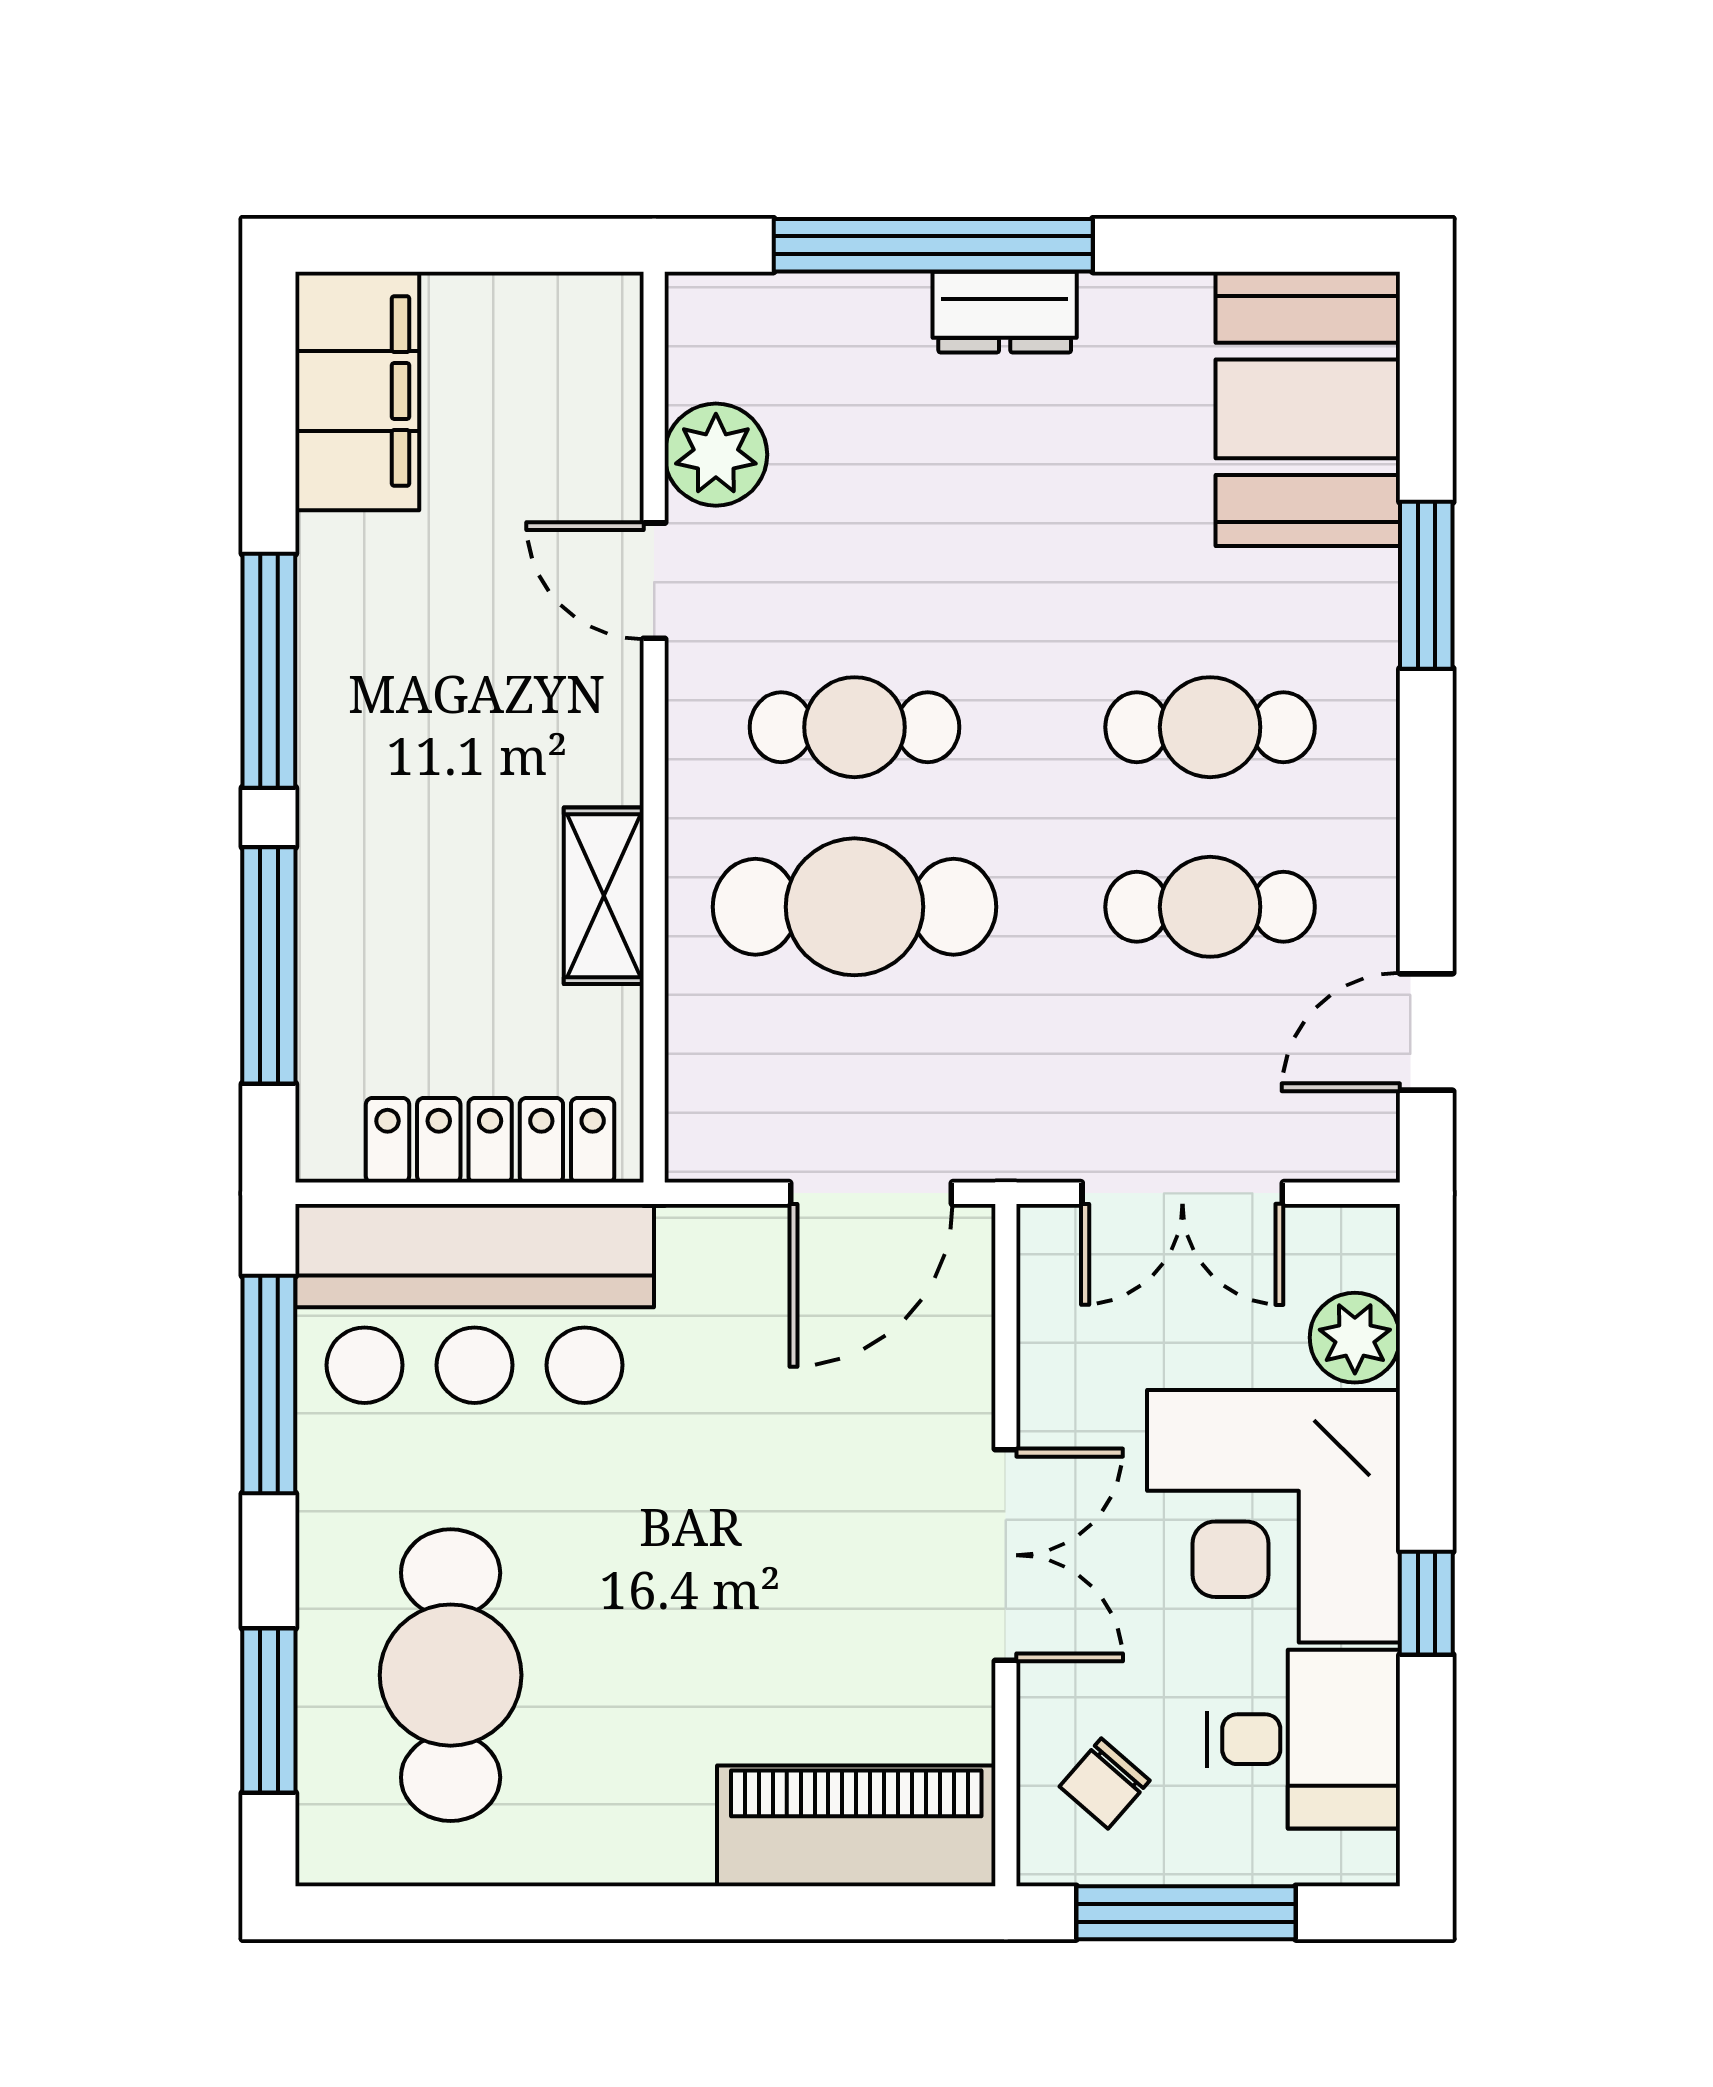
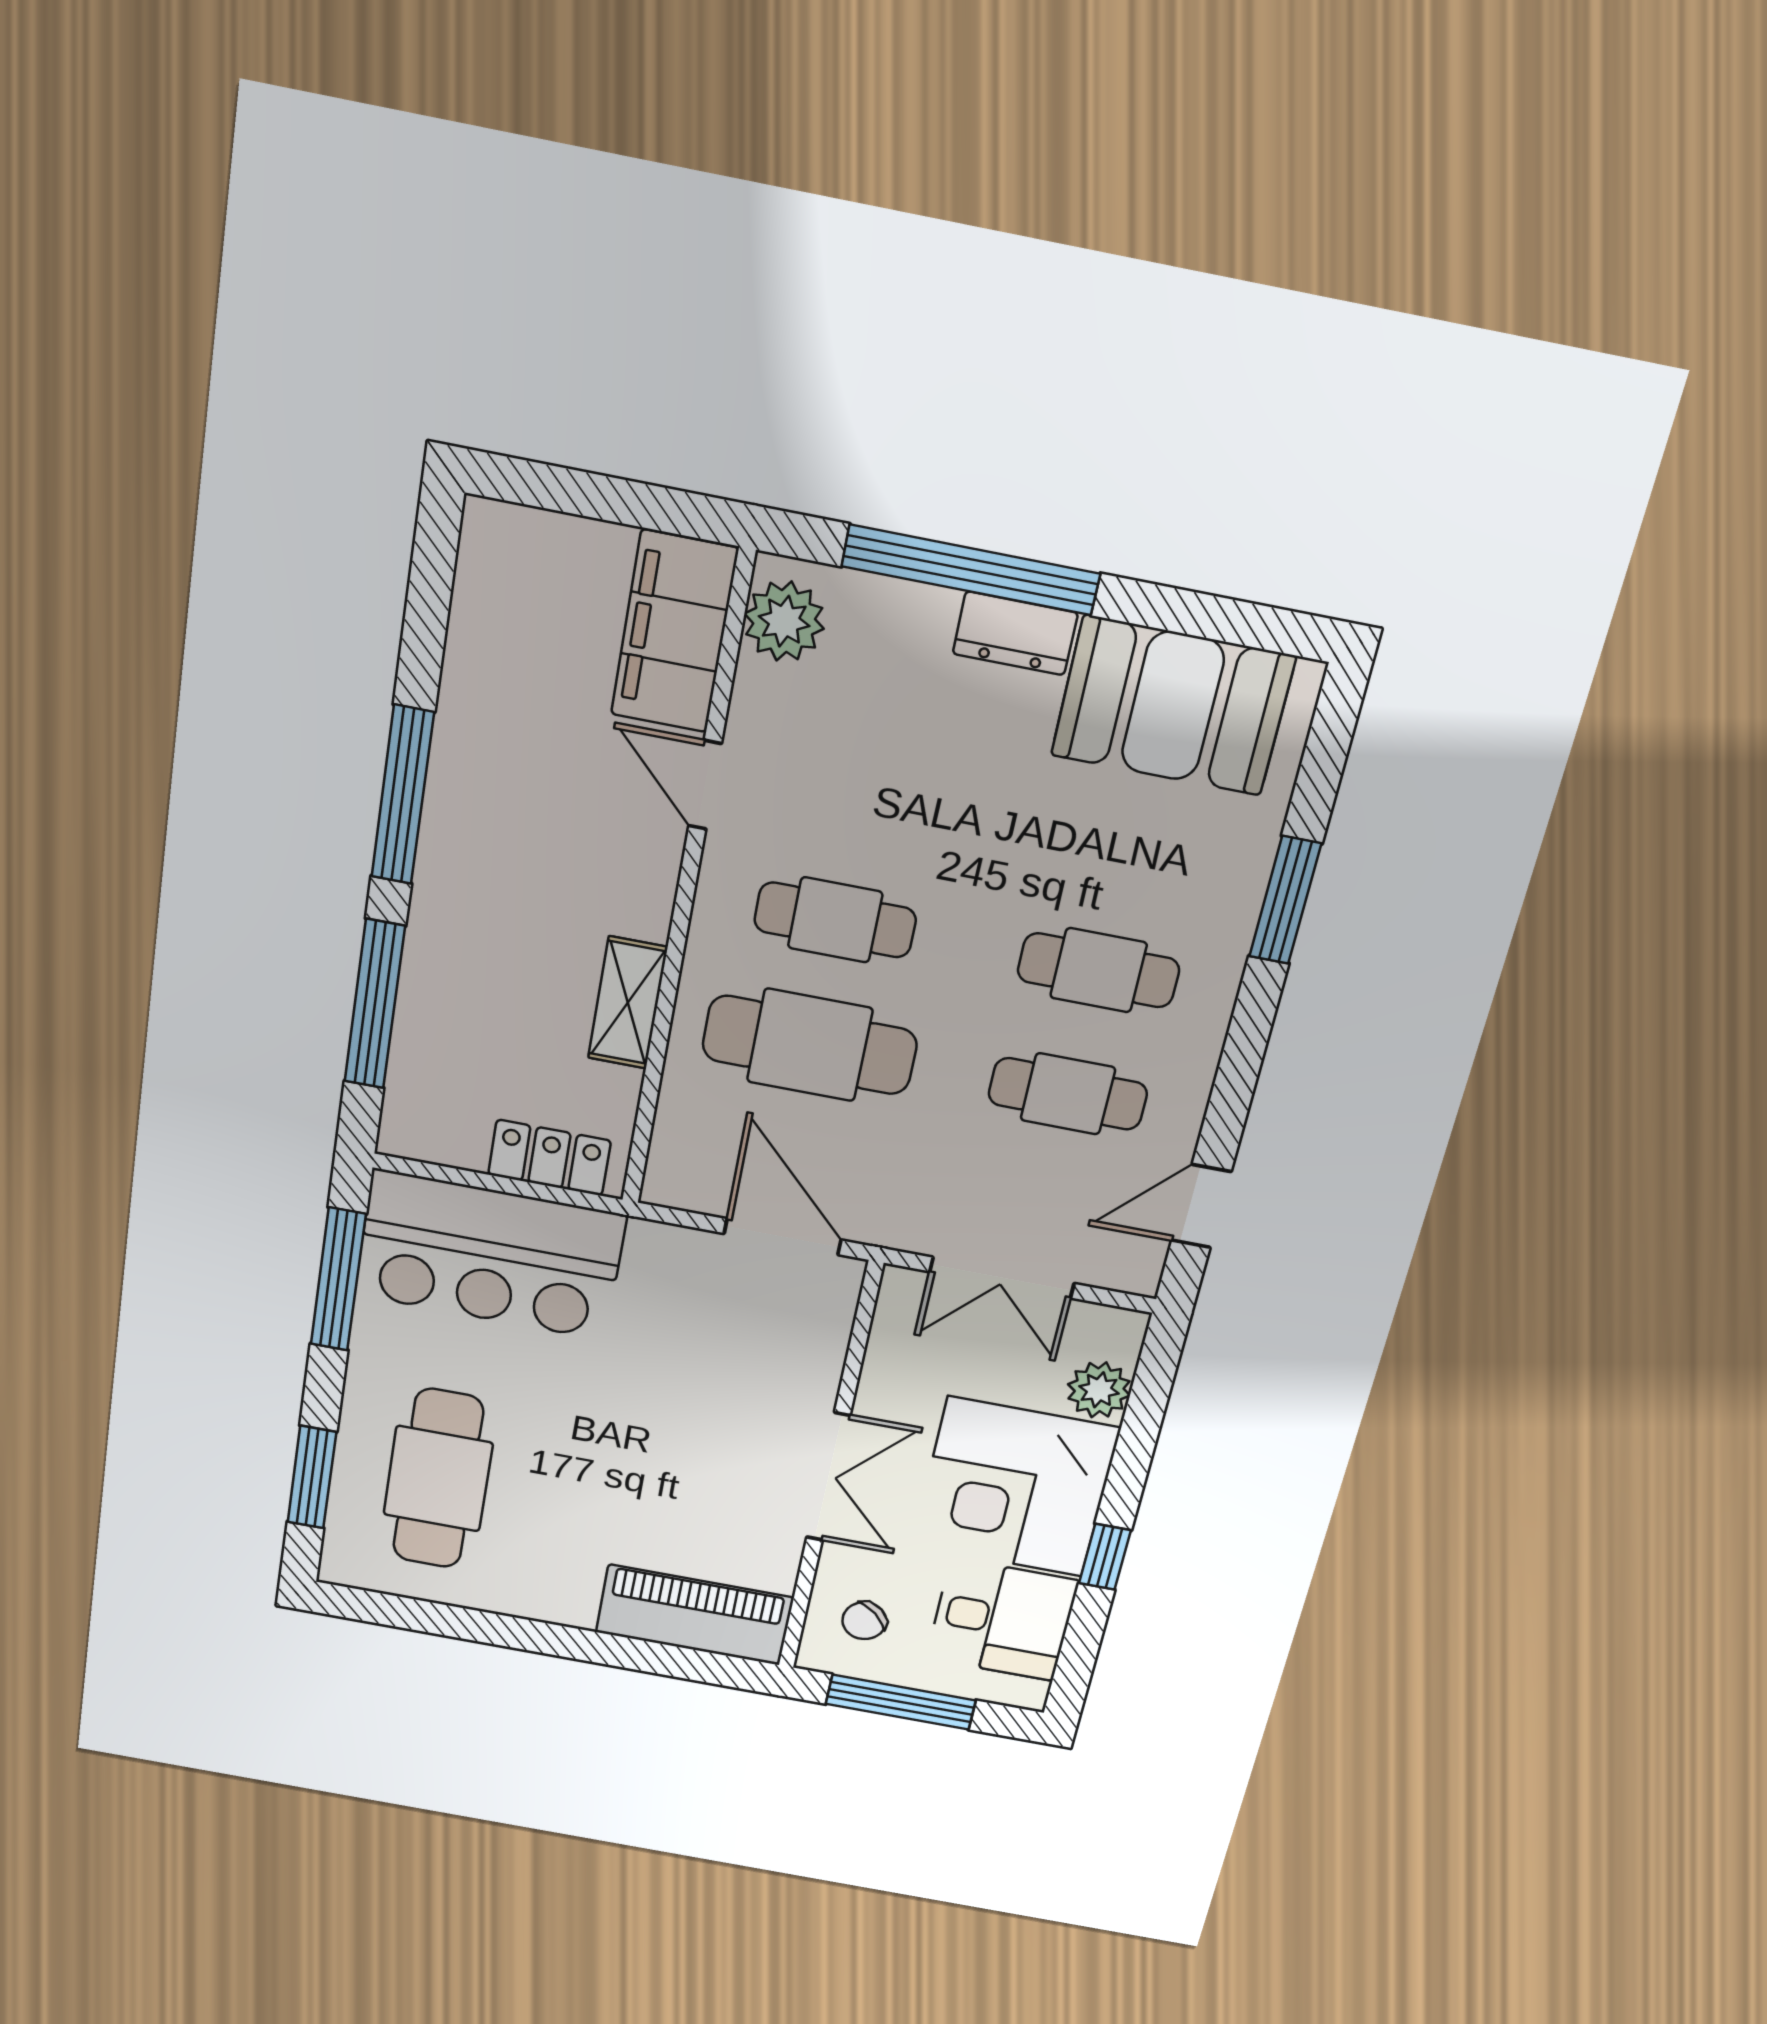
filing cabinet: (357, 391) -> (674, 632), moved, turned 180
booth: (1308, 409) -> (1173, 706), moved, turned 90
plant: (716, 455) -> (784, 621), moved
locker: (490, 1140) -> (549, 1158), width x0.66
door: (871, 1193) -> (783, 1237), swing flipped

